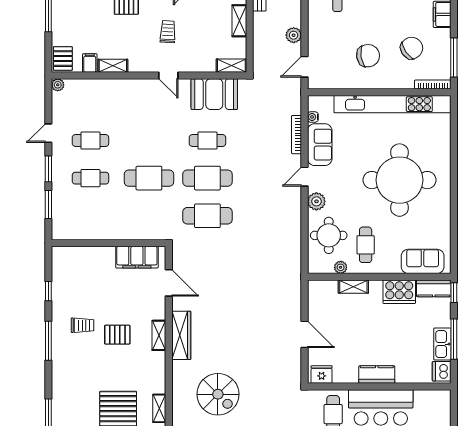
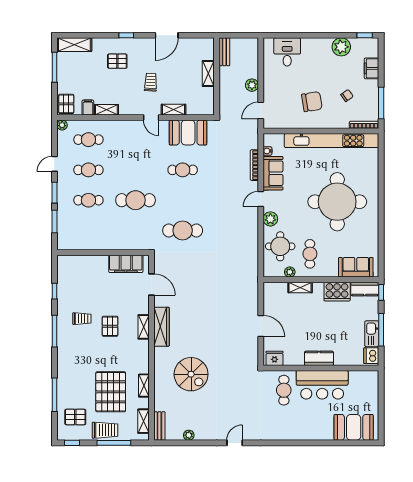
chair: (412, 48) -> (347, 95), width x0.54, depth x0.54
shelving: (231, 66) -> (174, 110), moved
cafe table: (207, 178) -> (88, 140), moved, width x0.73, depth x0.74
pallet: (117, 335) -> (110, 326), turned 90

